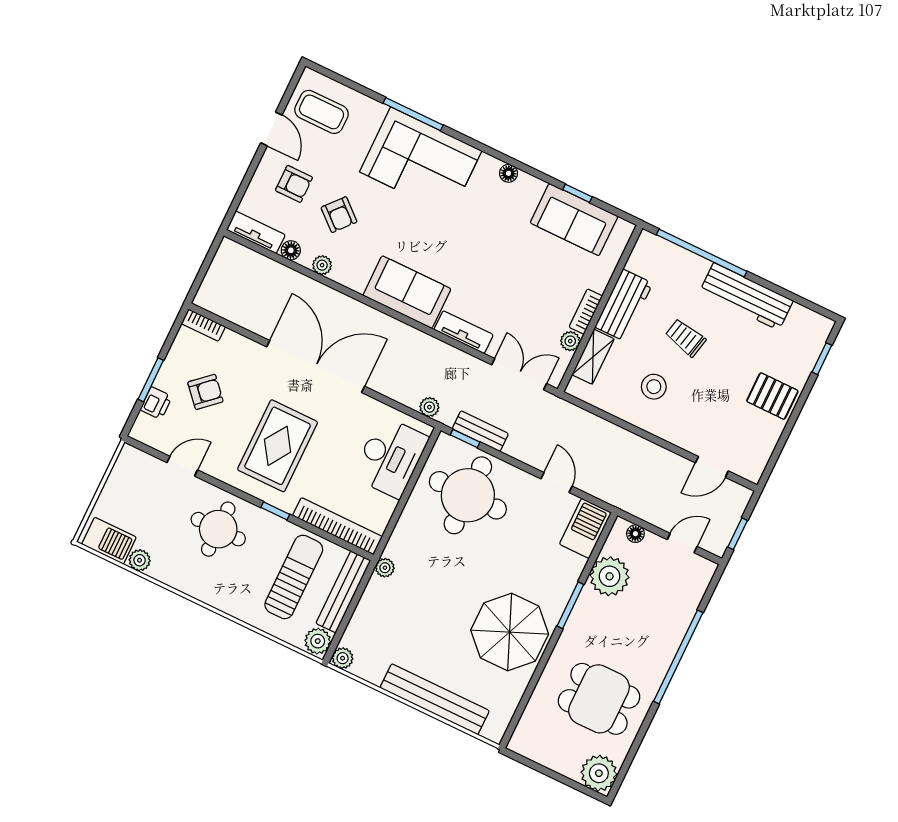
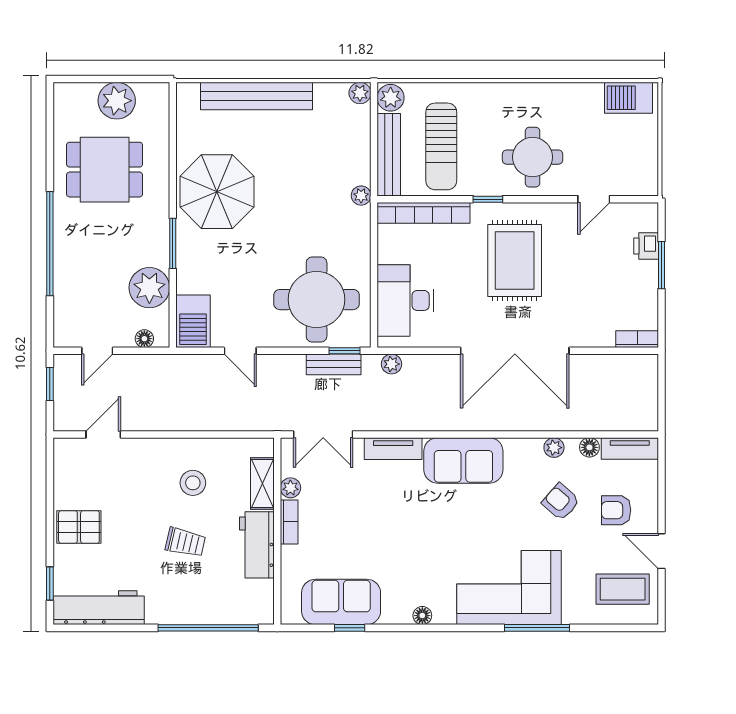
workbench: (746, 296) -> (99, 608), moved
armchair: (205, 392) -> (605, 278), removed
plant: (140, 560) -> (591, 93), removed
plant: (599, 773) -> (117, 101), moved

